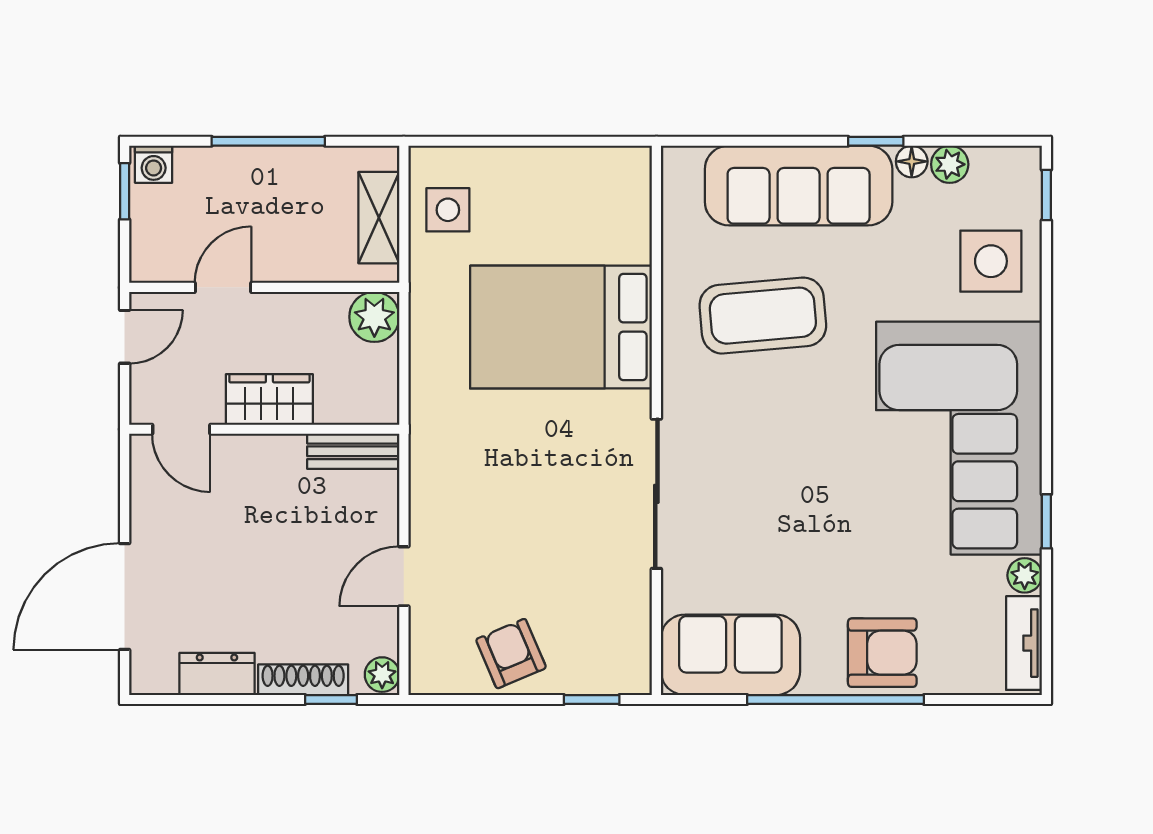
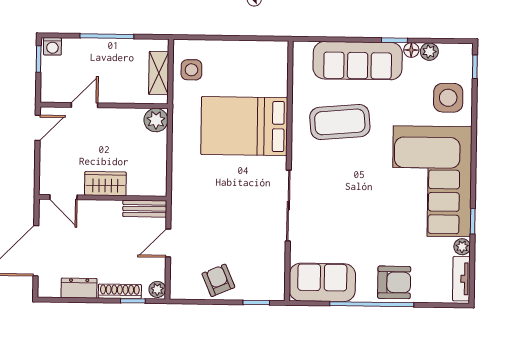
wardrobe: (269, 400) -> (105, 184), moved
door: (181, 429) -> (63, 197), moved
wall: (264, 429) -> (103, 198), moved
bench: (353, 451) -> (145, 209), moved

